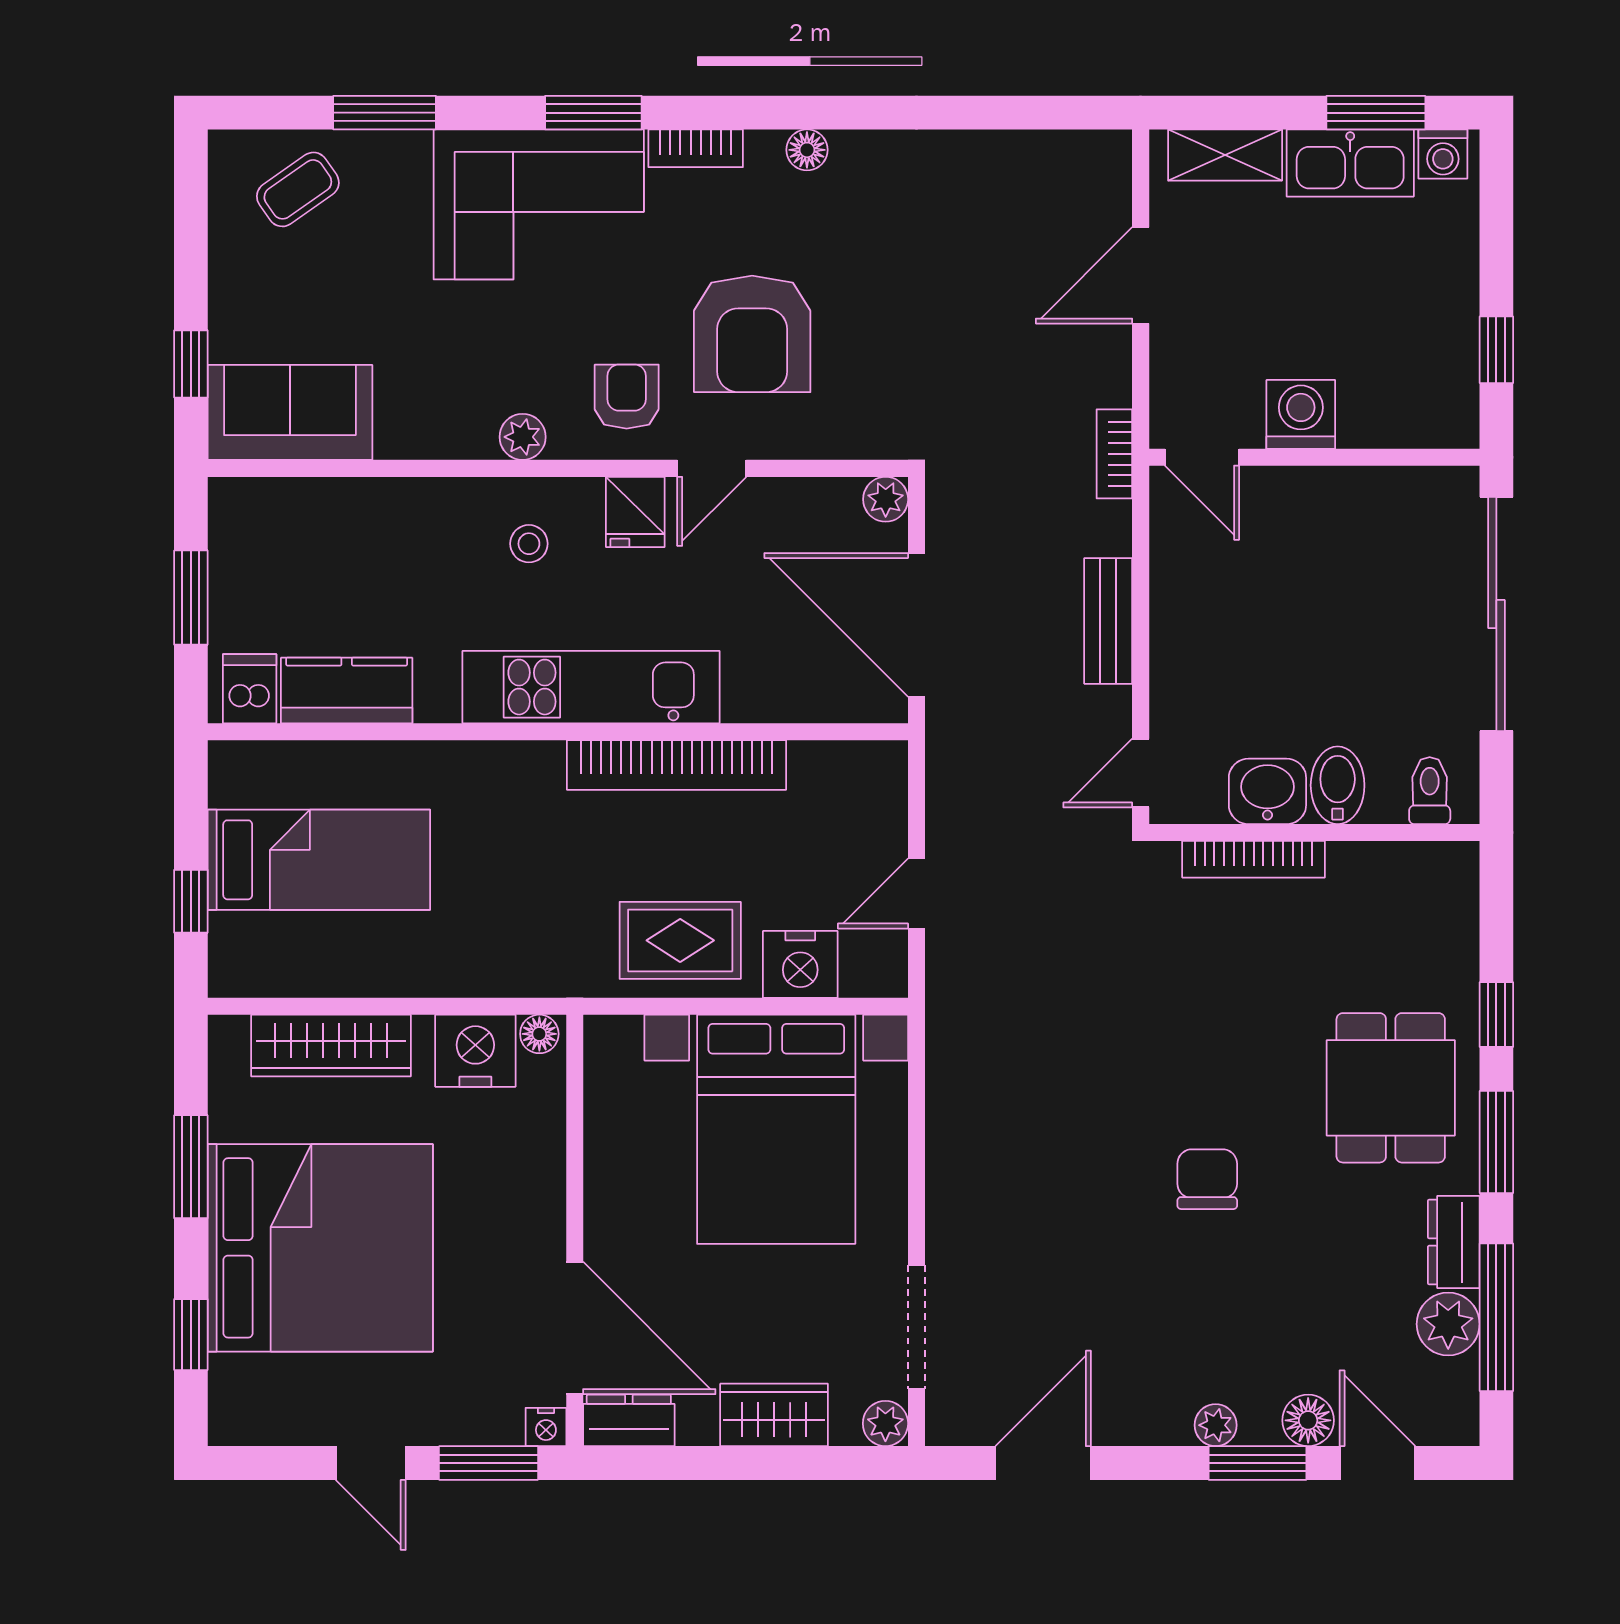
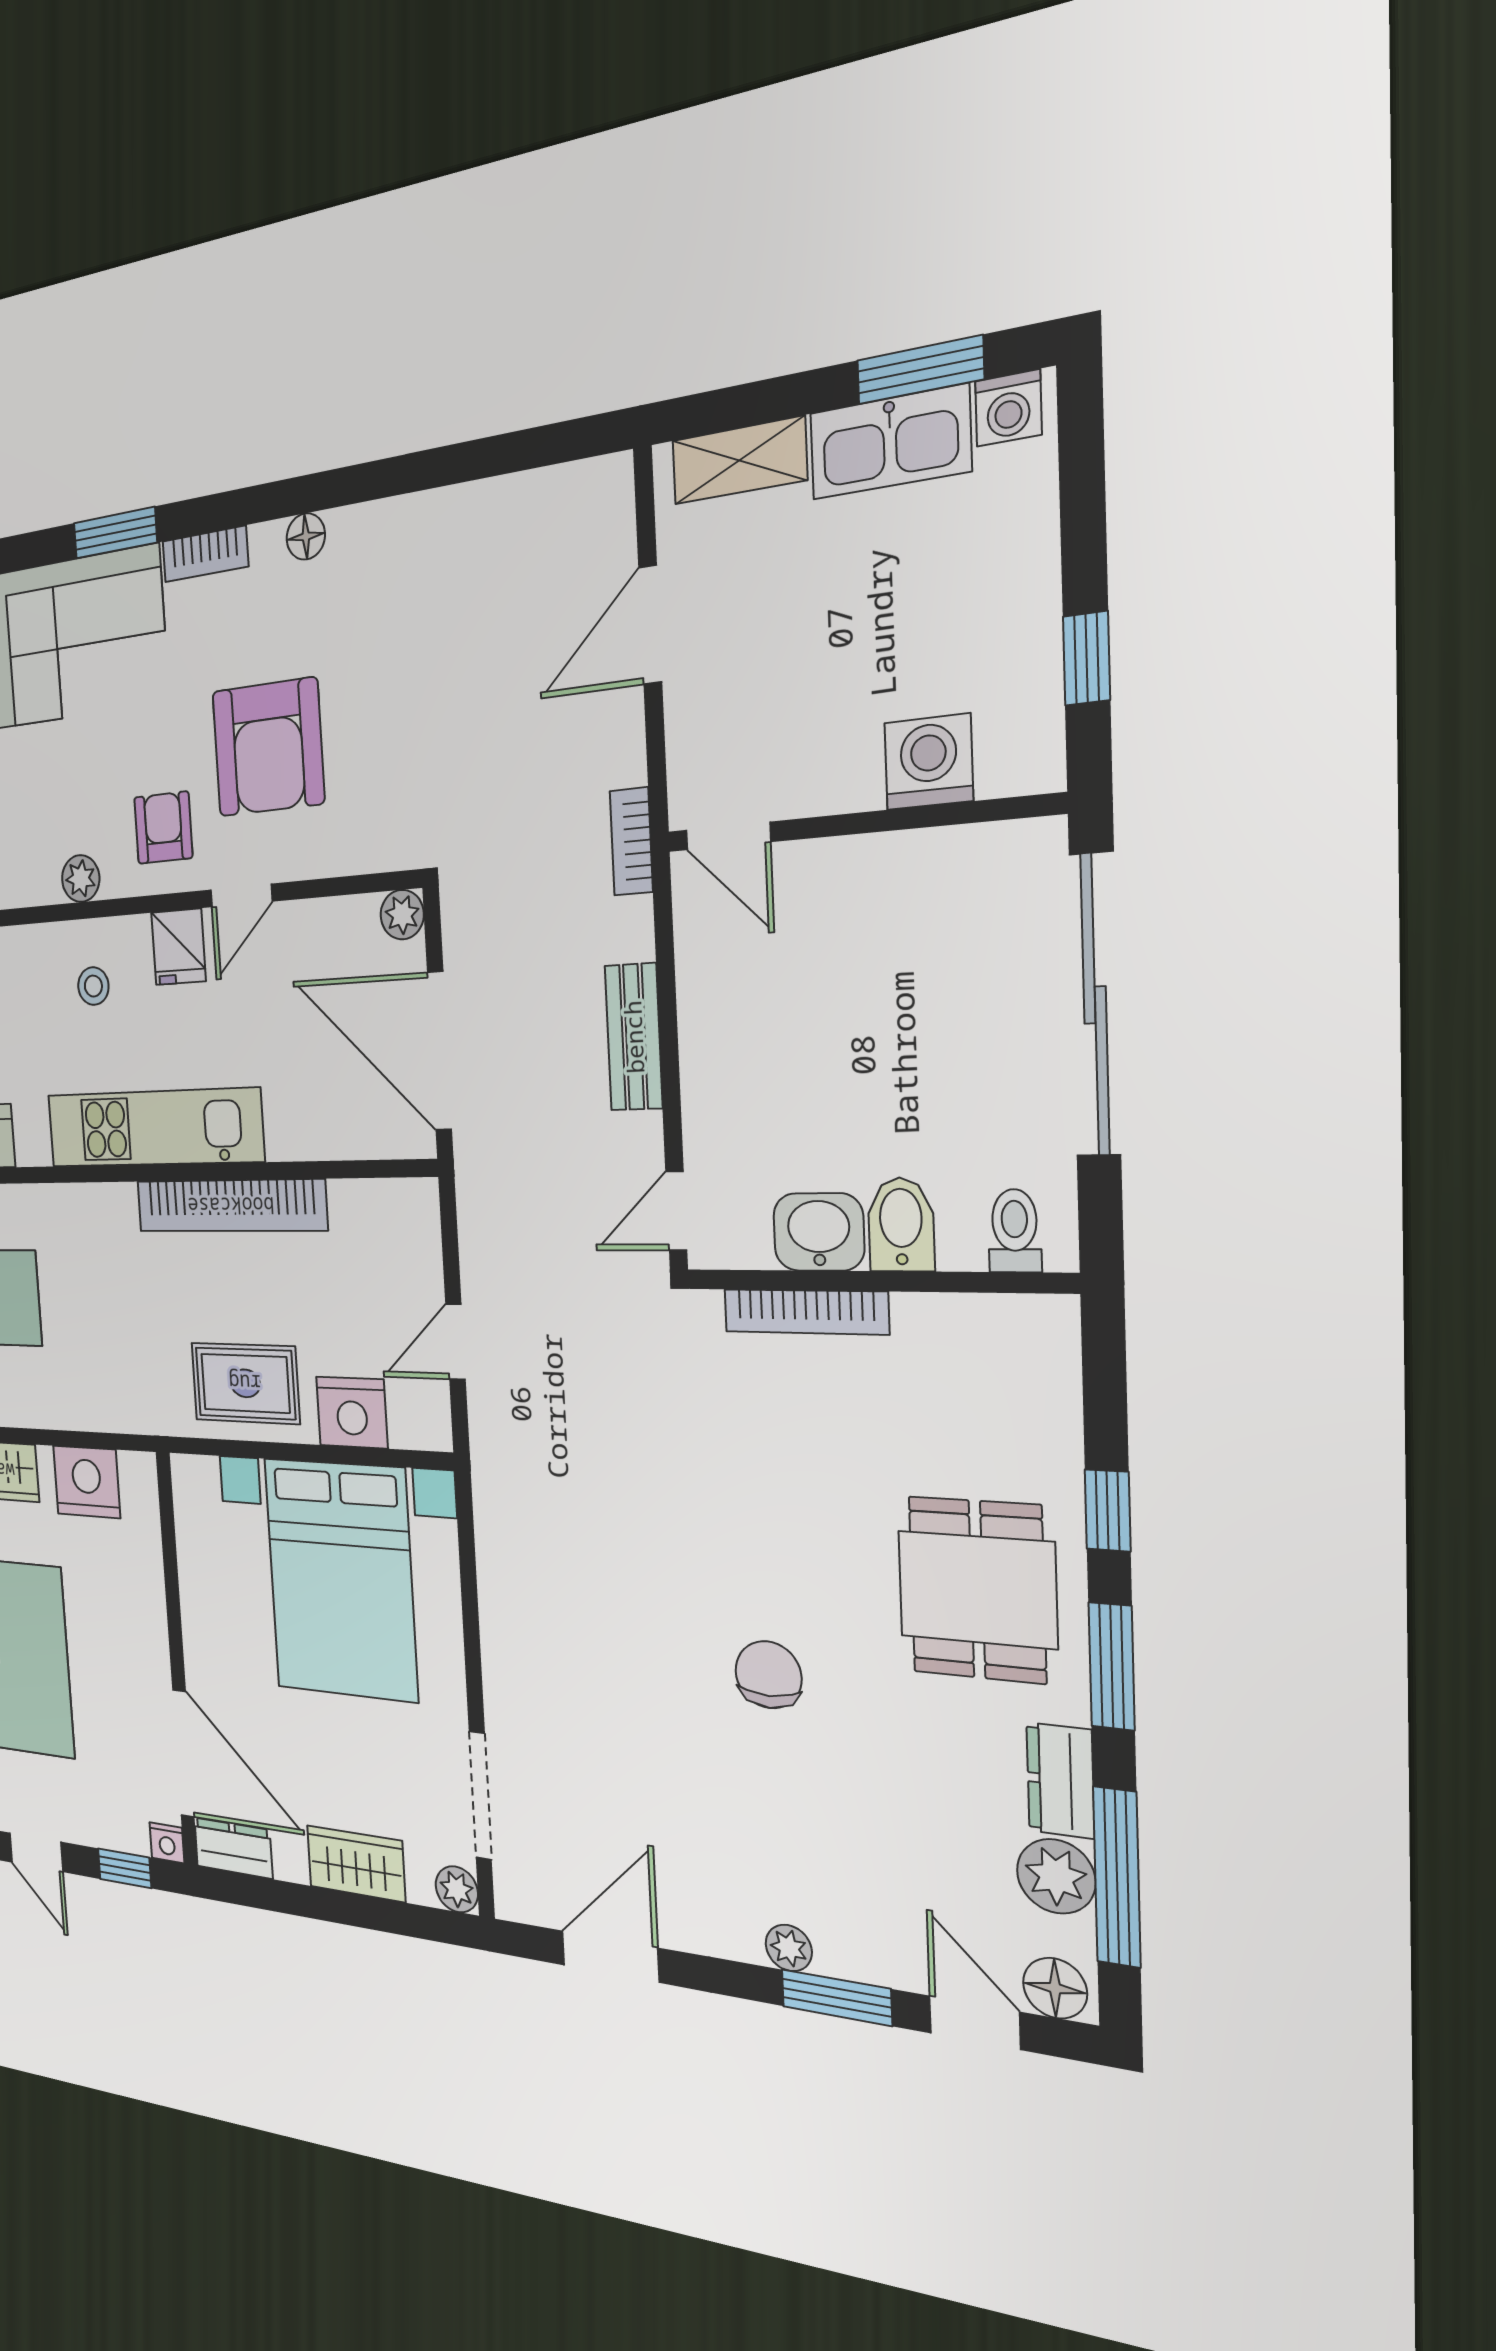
washing machine: (1301, 414) -> (929, 762), moved
floor lamp: (539, 1034) -> (136, 1469), removed
floor lamp: (1308, 1420) -> (1055, 1988), moved
window: (489, 1463) -> (125, 1868), width x0.67

